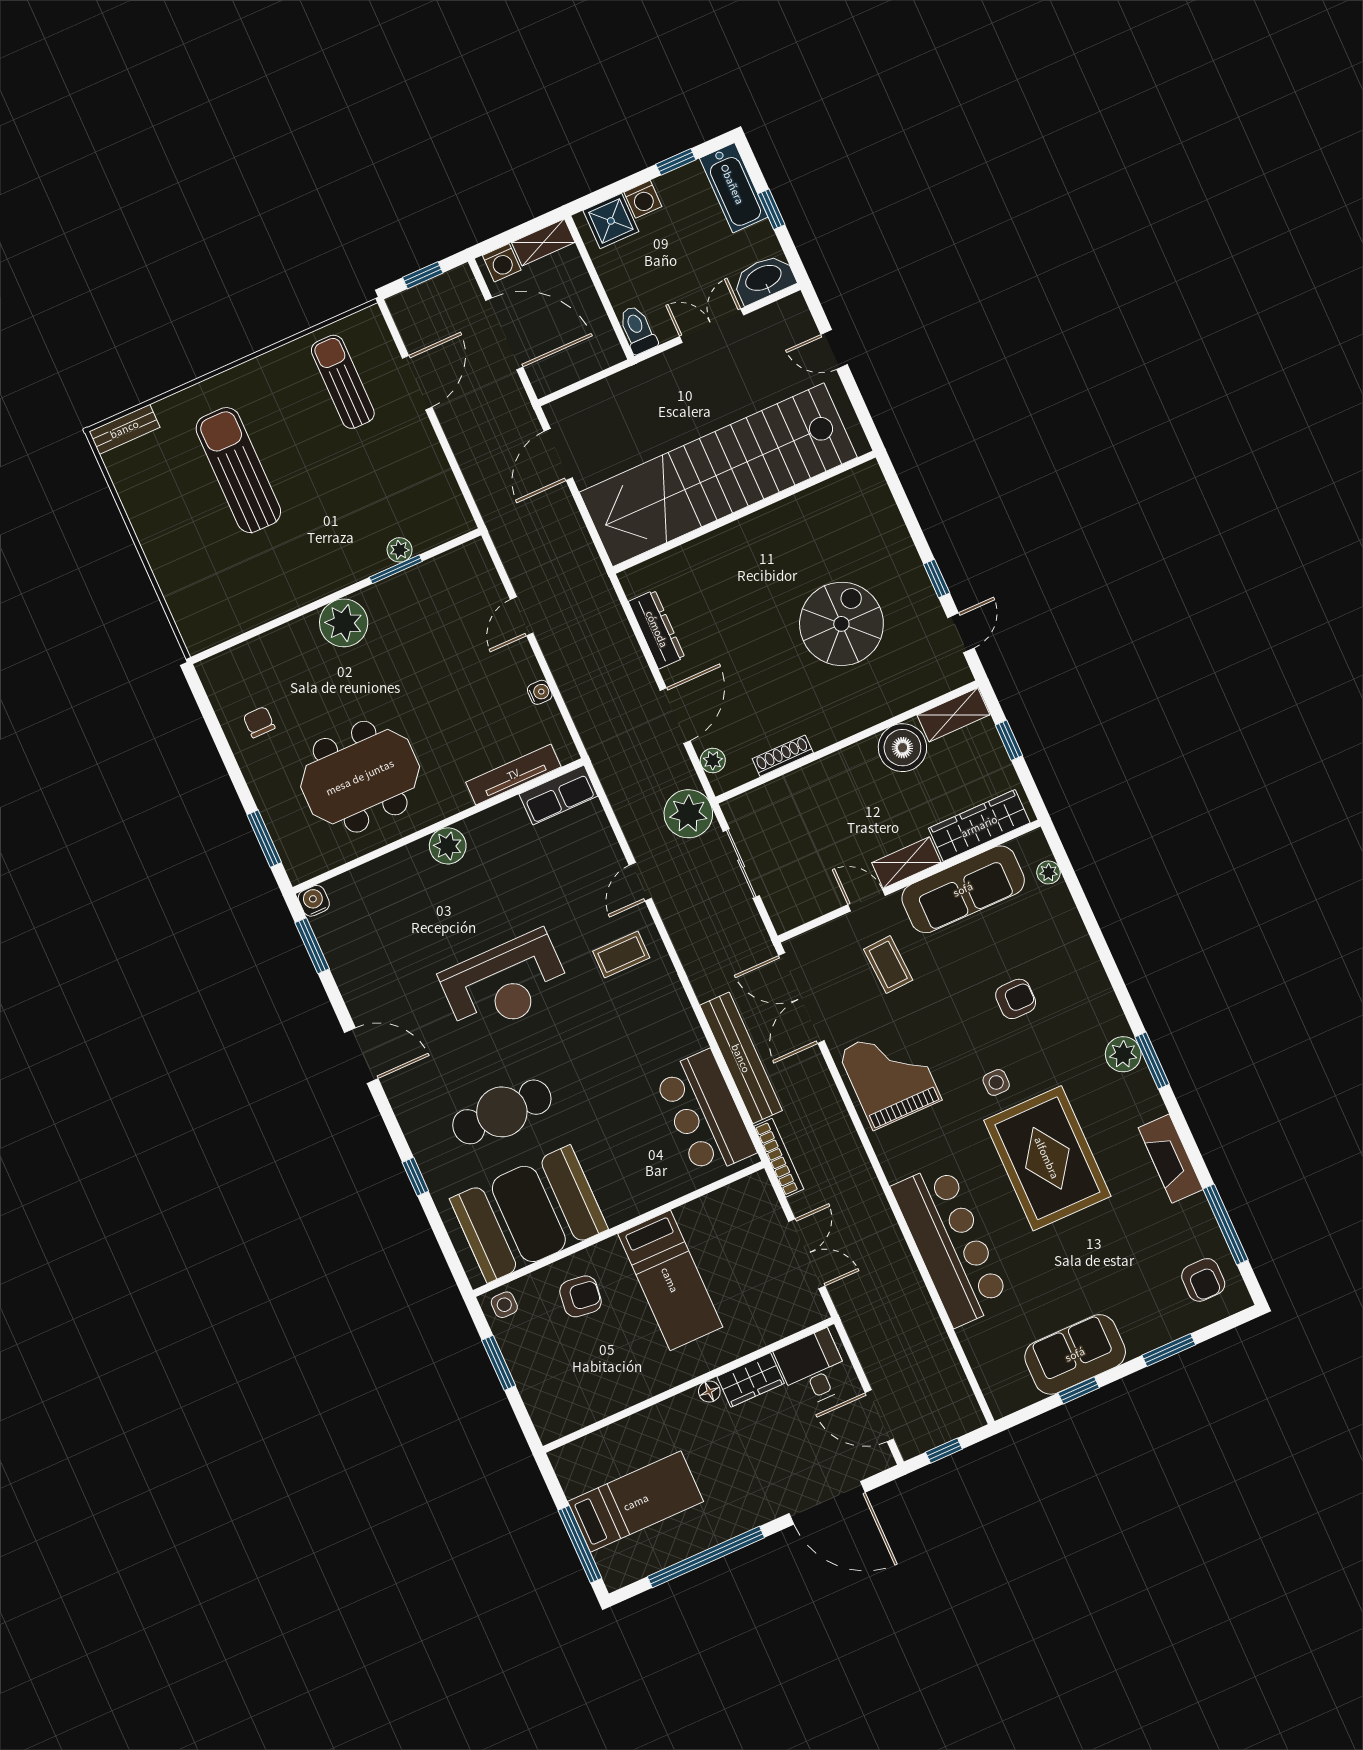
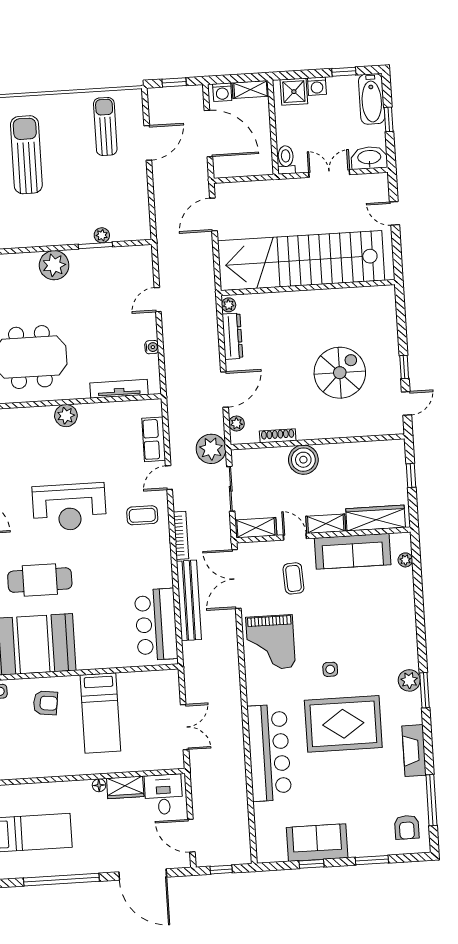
plant: (633, 584) -> (229, 305), added
shelving: (953, 715) -> (256, 528), moved
boiler: (902, 748) -> (303, 460), moved
row of seats: (558, 795) -> (154, 439), moved, turned 90
armchair: (1016, 999) -> (359, 626), removed
grand piano: (890, 1076) -> (271, 643), turned 180
bookcase: (779, 1158) -> (181, 535), moved
rug: (1047, 1158) -> (343, 724), turned 90

